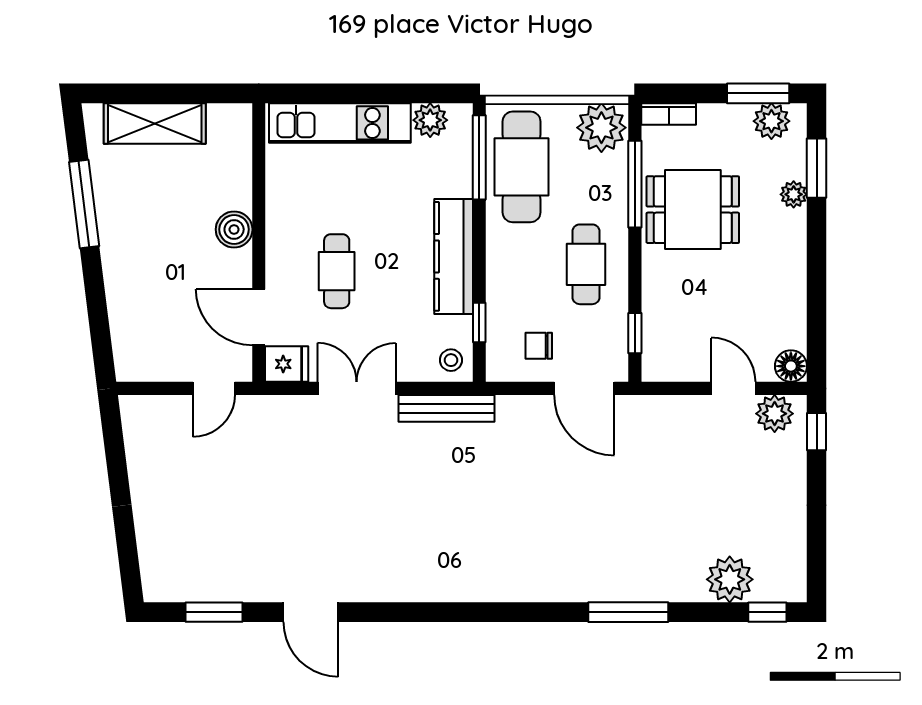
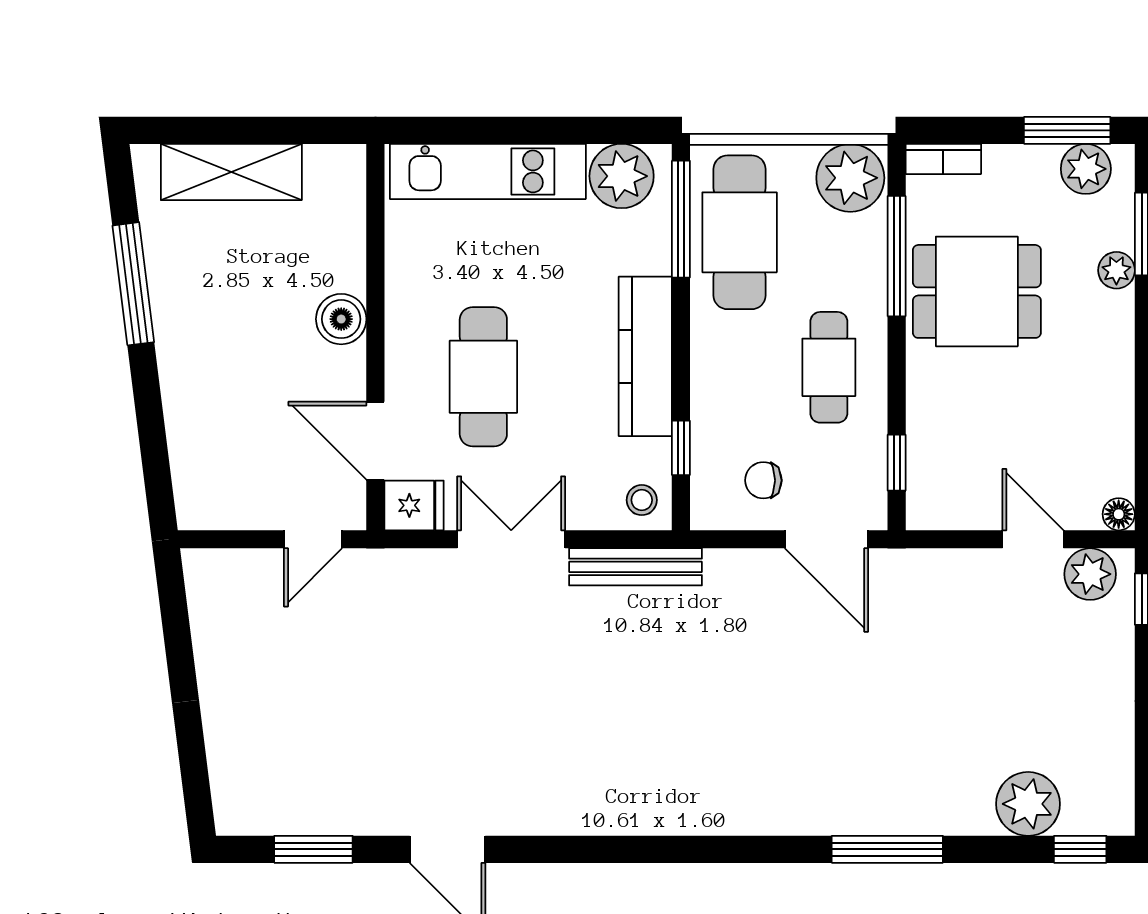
plant: (430, 120) -> (622, 176), width x1.36, depth x1.36
cafe table: (337, 271) -> (483, 377), width x1.37, depth x1.35
floor lamp: (791, 366) -> (1119, 514), width x0.73, depth x0.73

